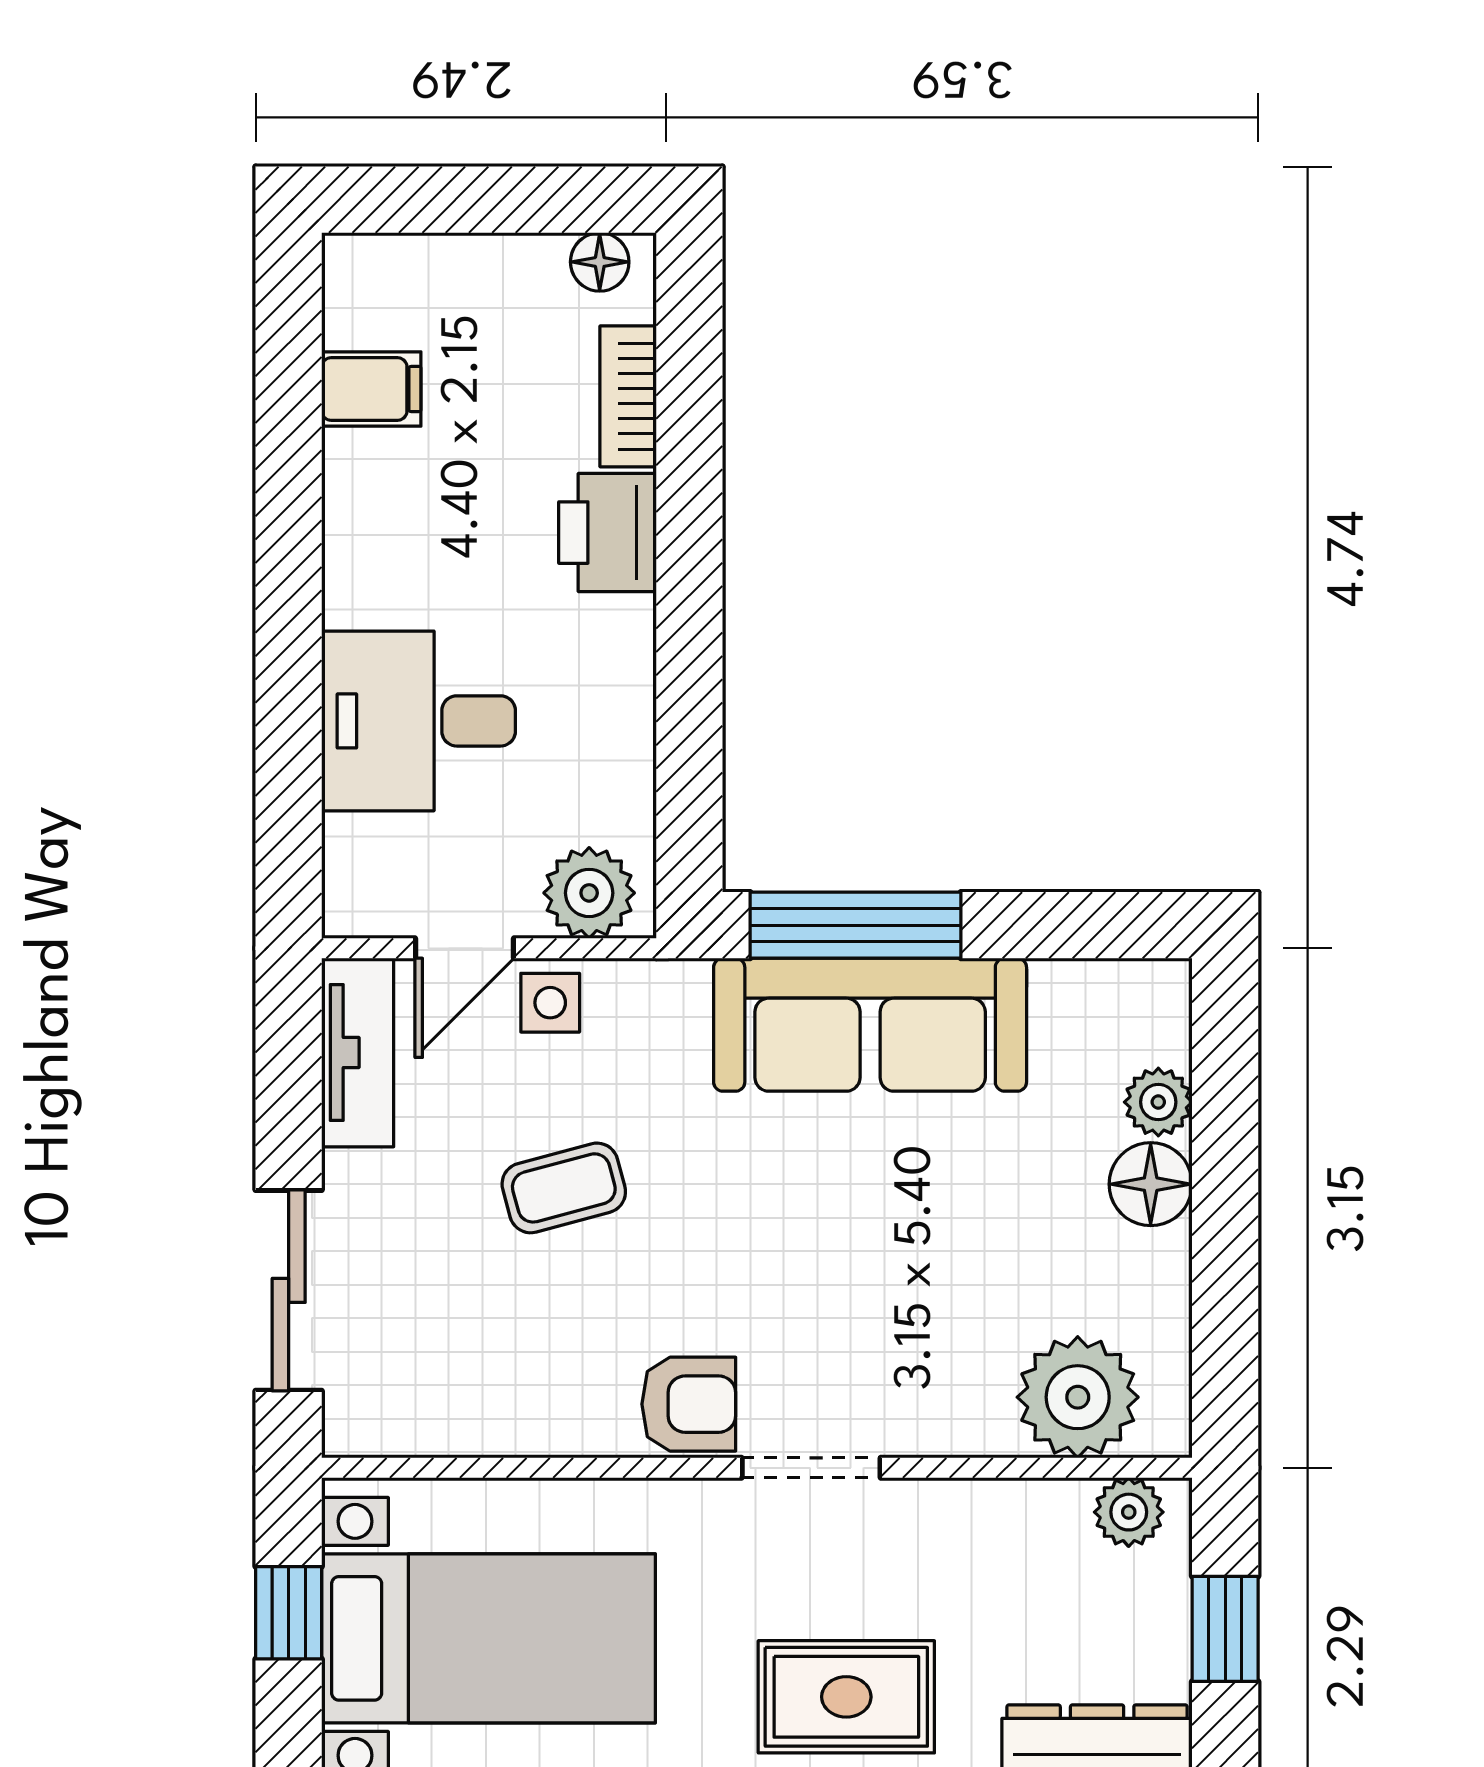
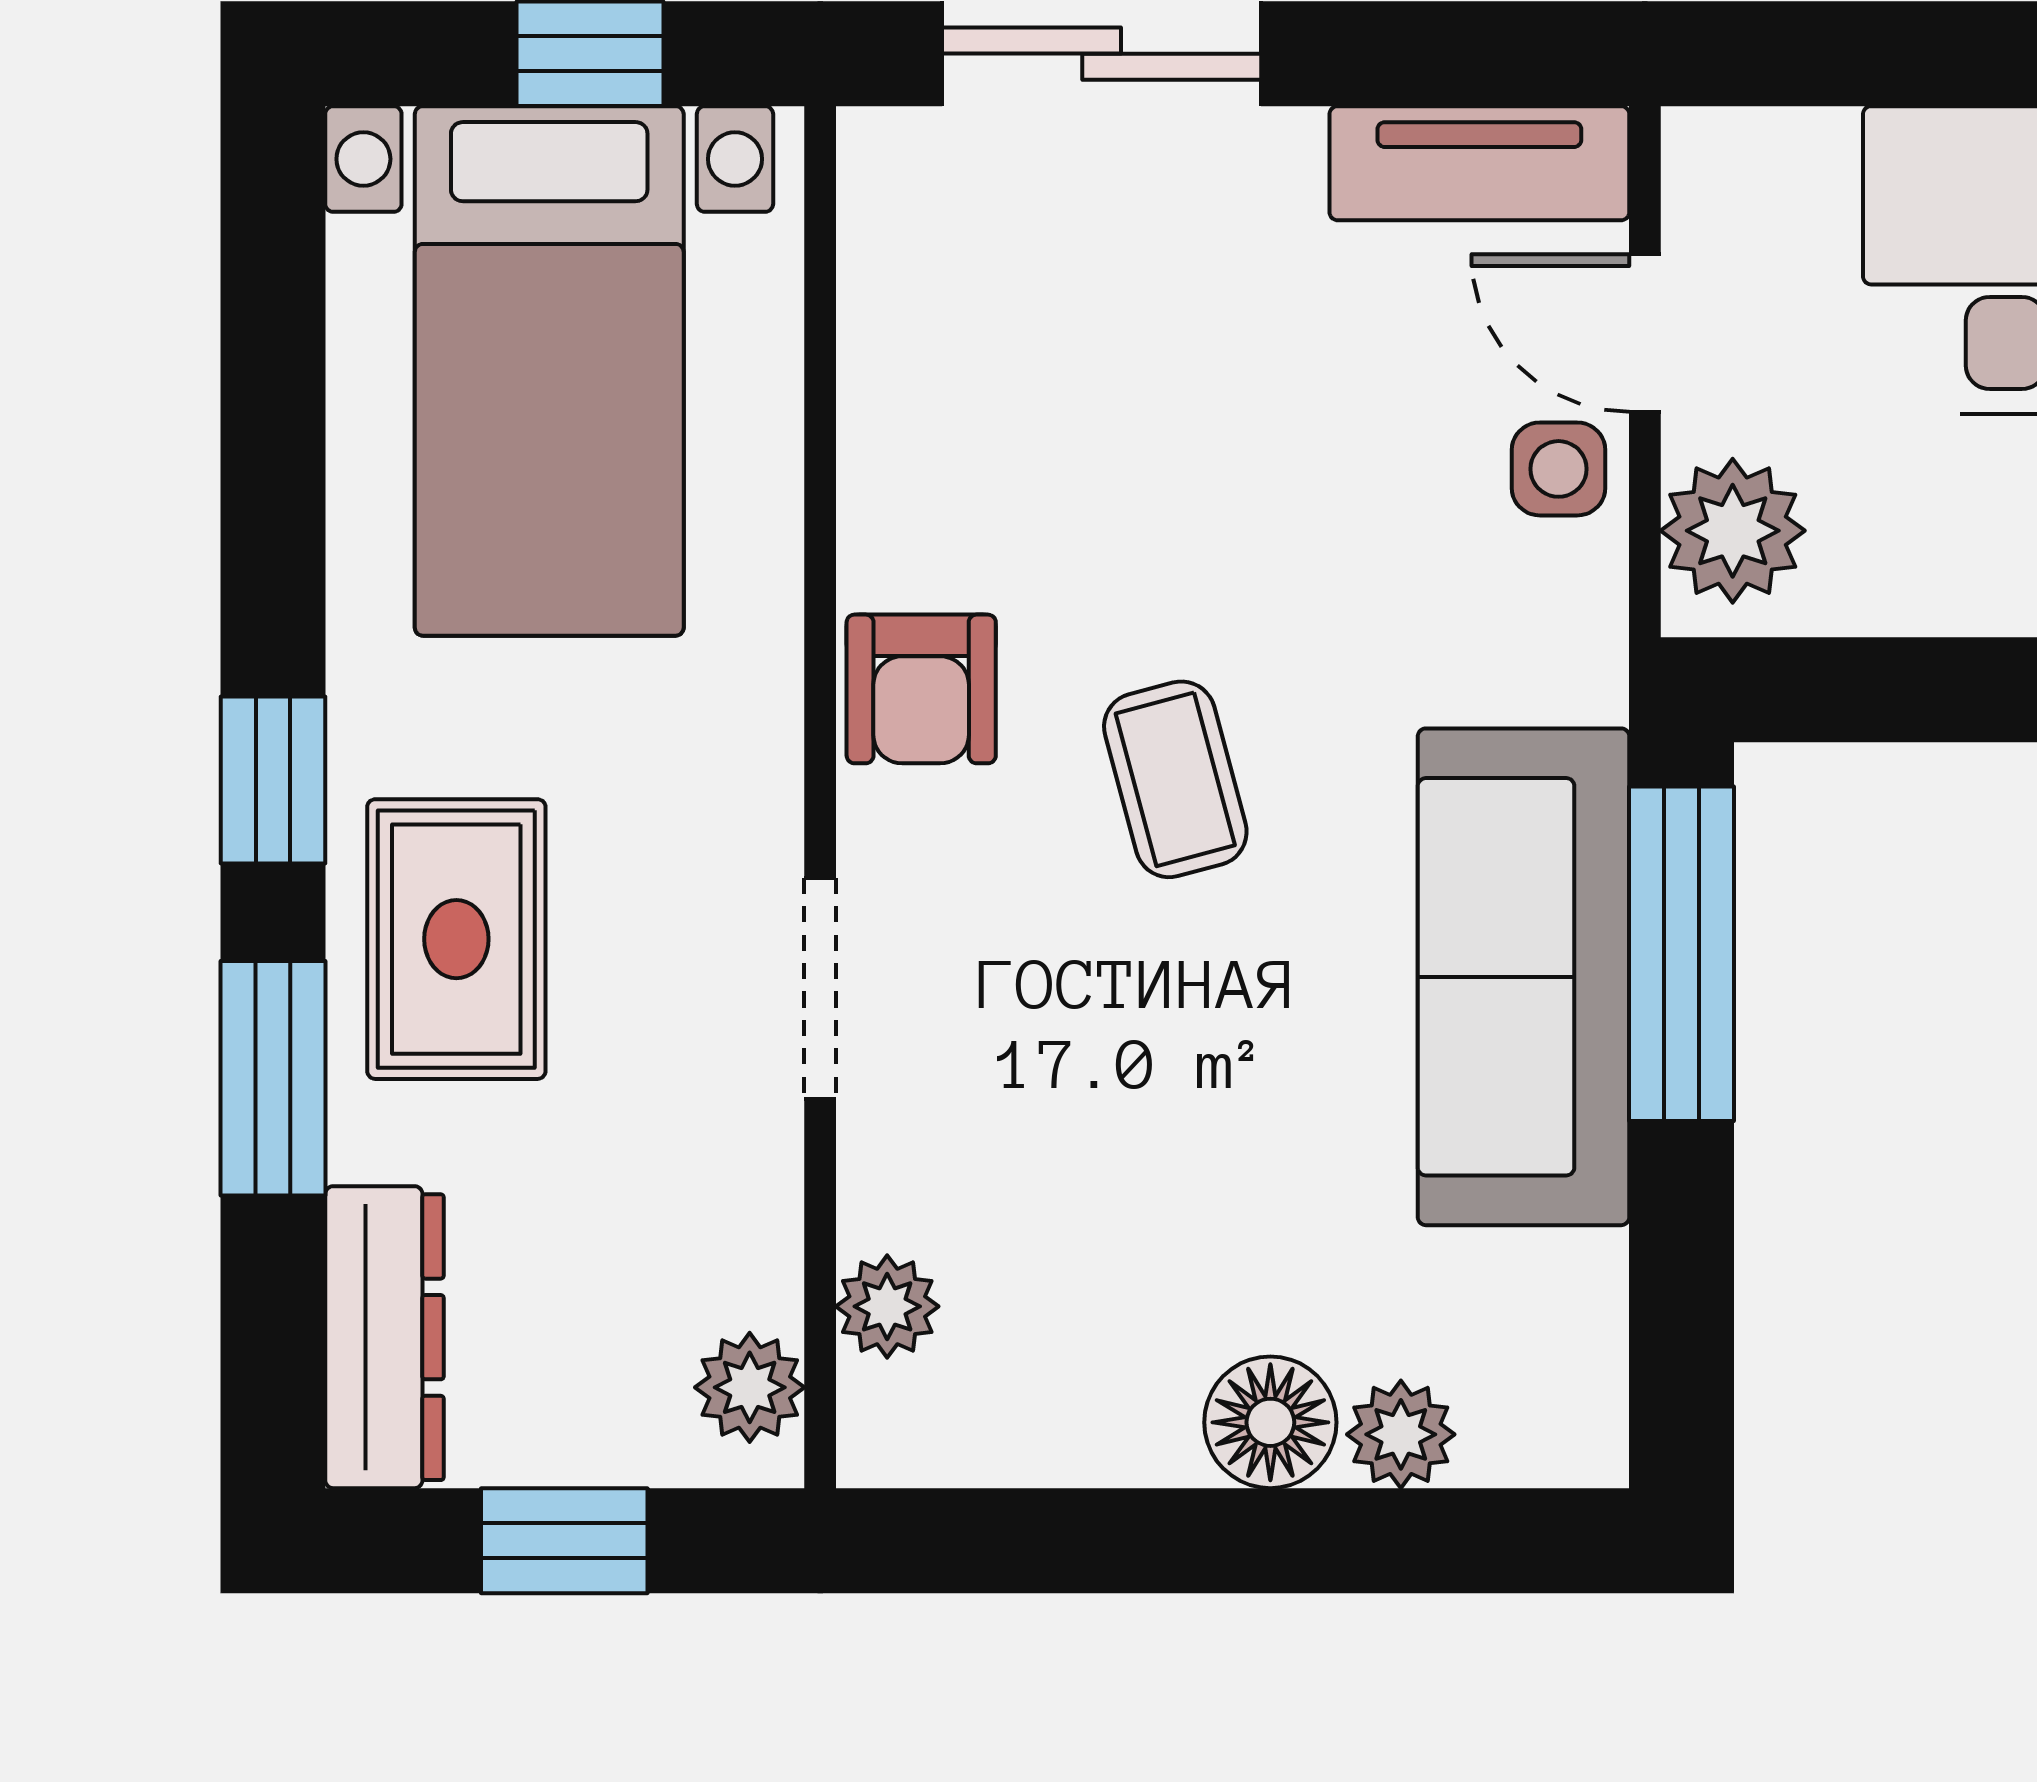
coffee table: (564, 1188) -> (1175, 779), moved
plant: (1078, 1397) -> (887, 1306), width x0.53, depth x0.53
doorway: (811, 1468) -> (820, 989), moved

